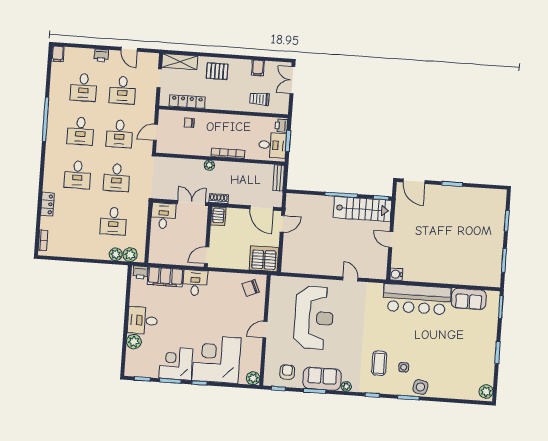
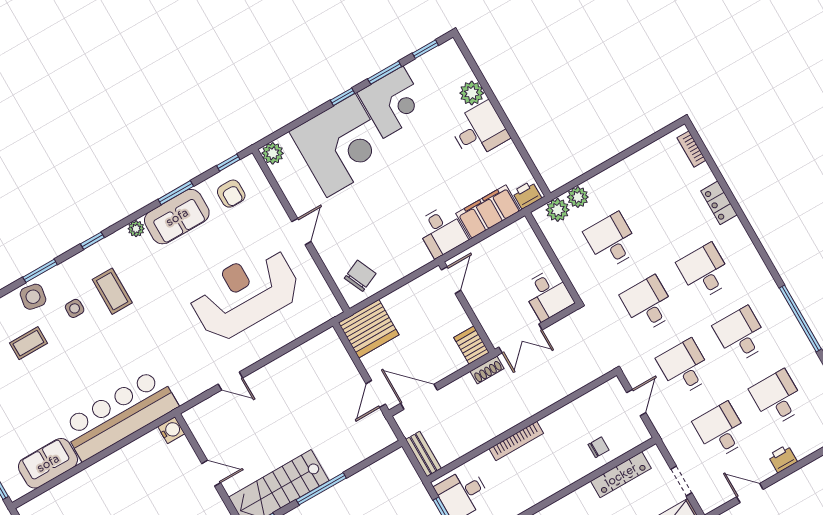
plant: (209, 165) -> (531, 407), removed
reception desk: (314, 318) -> (245, 294), turned 90
coffee table: (438, 365) -> (28, 343), added

